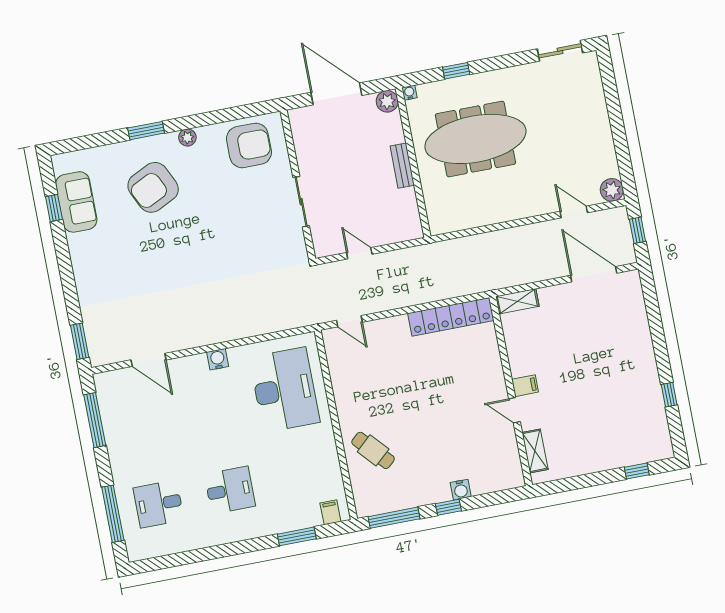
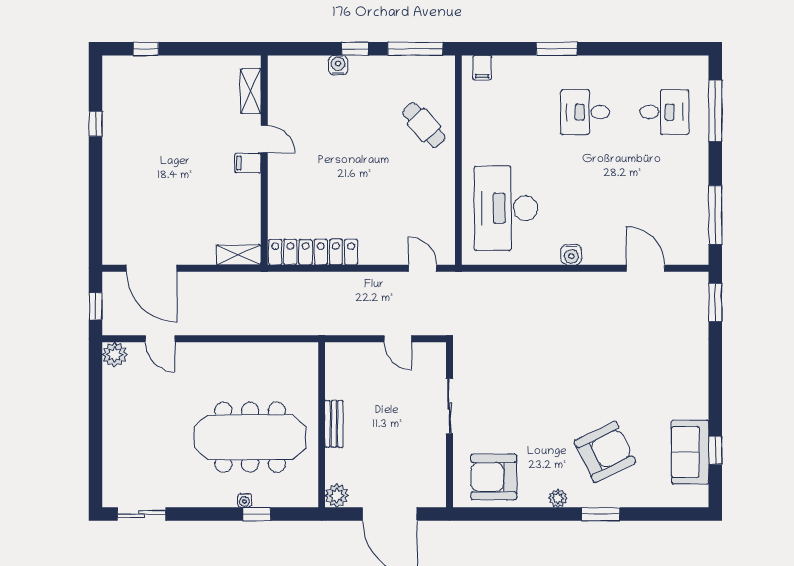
water cooler: (409, 93) -> (244, 500), moved
window: (297, 536) -> (557, 49), moved

